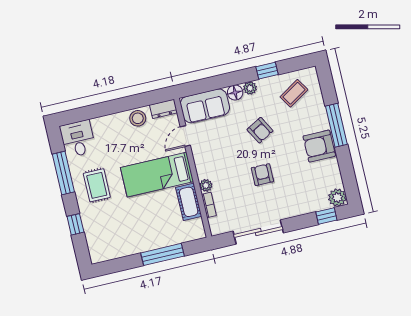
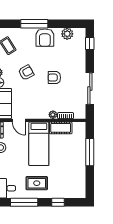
plant: (337, 198) -> (67, 34), moved

